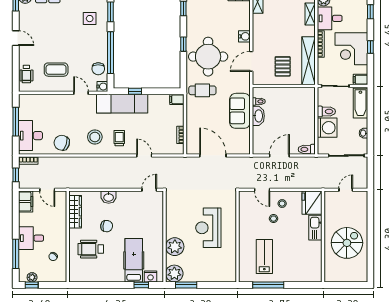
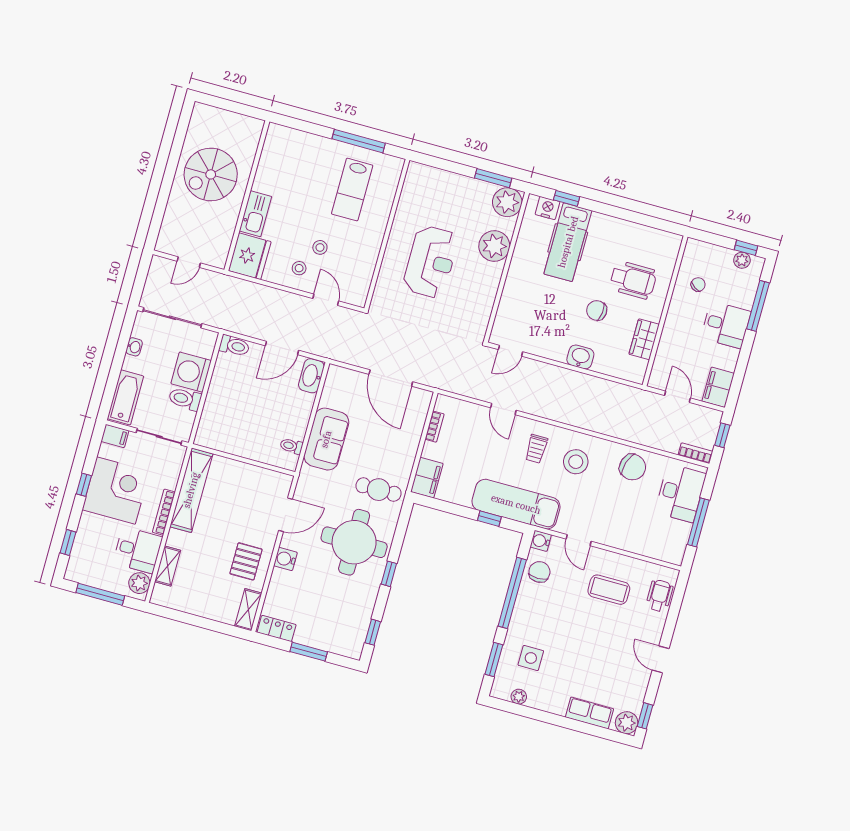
pallet: (283, 66) -> (246, 561), moved
filing cabinet: (177, 99) -> (427, 478), width x2.00
washbasin: (258, 116) -> (311, 376), moved
wardrobe: (75, 212) -> (644, 339), width x0.67

